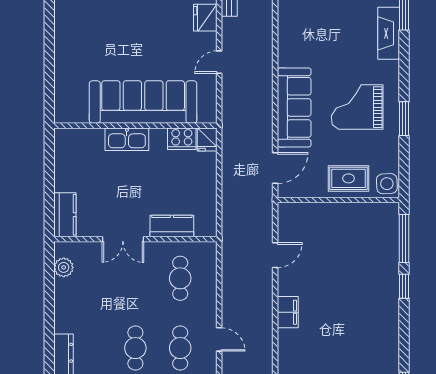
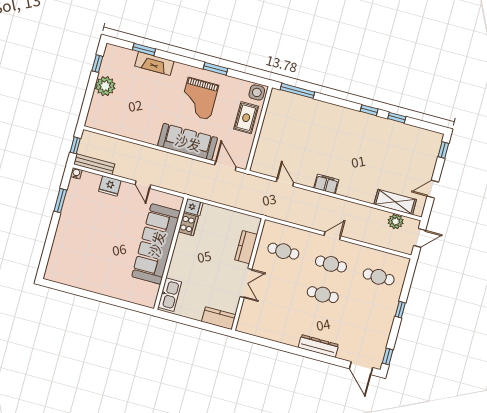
kitchen sink: (127, 139) -> (170, 295), moved
plant: (64, 267) -> (254, 329), removed
window: (404, 286) -> (369, 110), moved

